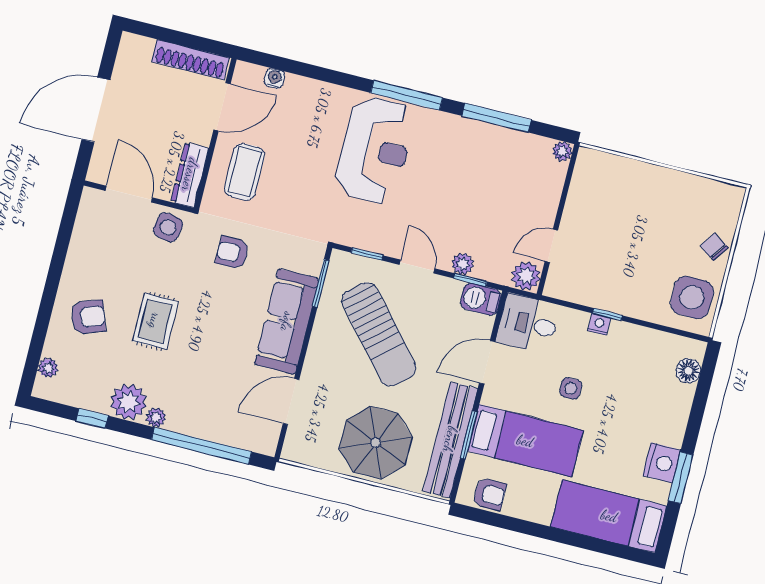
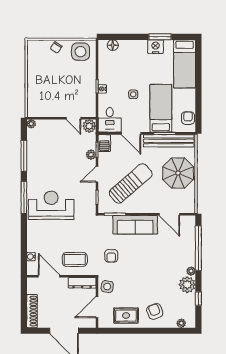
shoe rack: (190, 60) -> (32, 311), moved
rug: (155, 321) -> (126, 316), moved

